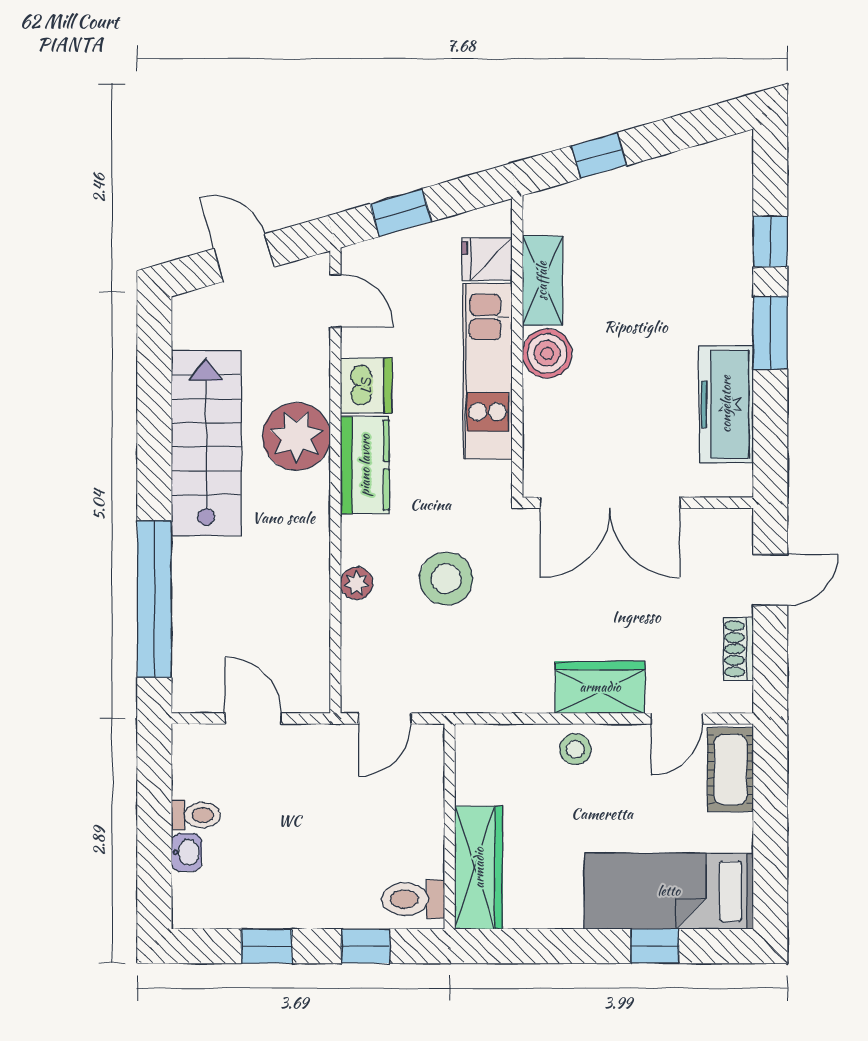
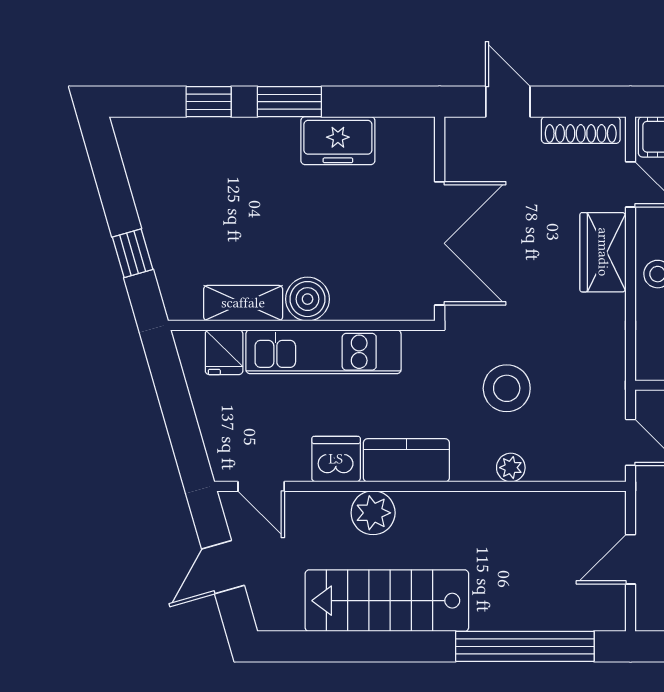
window: (401, 213) -> (183, 428), removed
door: (335, 301) -> (261, 486), swing flipped
freezer: (726, 404) -> (338, 141), width x0.71
plant: (296, 437) -> (373, 513), width x0.73, depth x0.73
shoe rack: (738, 649) -> (581, 130), width x1.43

